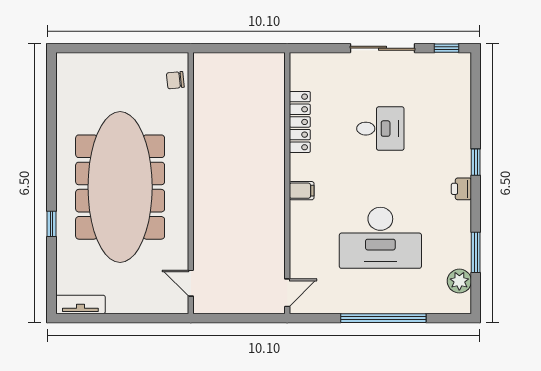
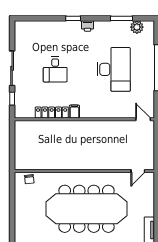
window: (447, 48) -> (12, 99), moved
desk: (380, 129) -> (55, 69), turned 180
filing cabinet: (302, 191) -> (74, 112), moved

